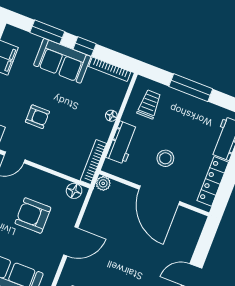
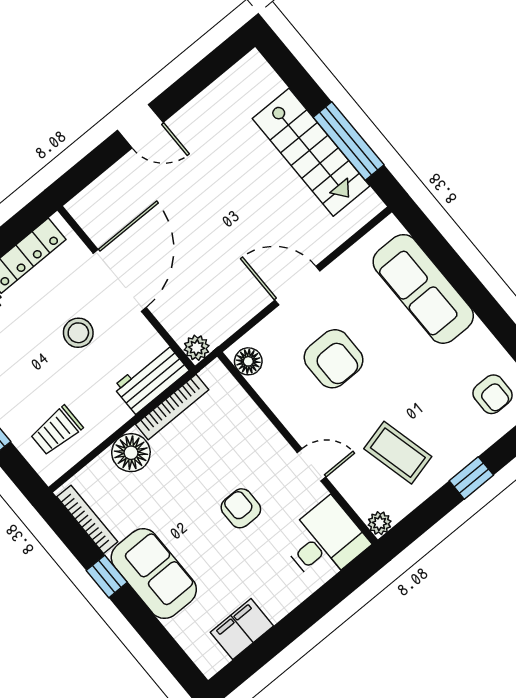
window: (47, 32) -> (152, 631), removed
floor lamp: (111, 116) -> (131, 453), width x1.89, depth x1.89
workbench: (122, 143) -> (151, 379), moved
bookcase: (93, 162) -> (172, 407), moved

